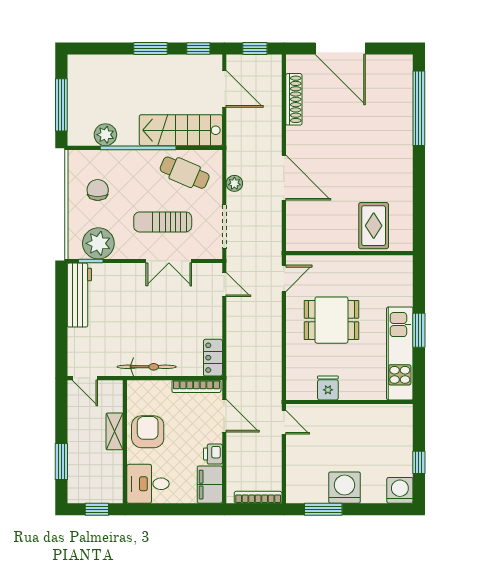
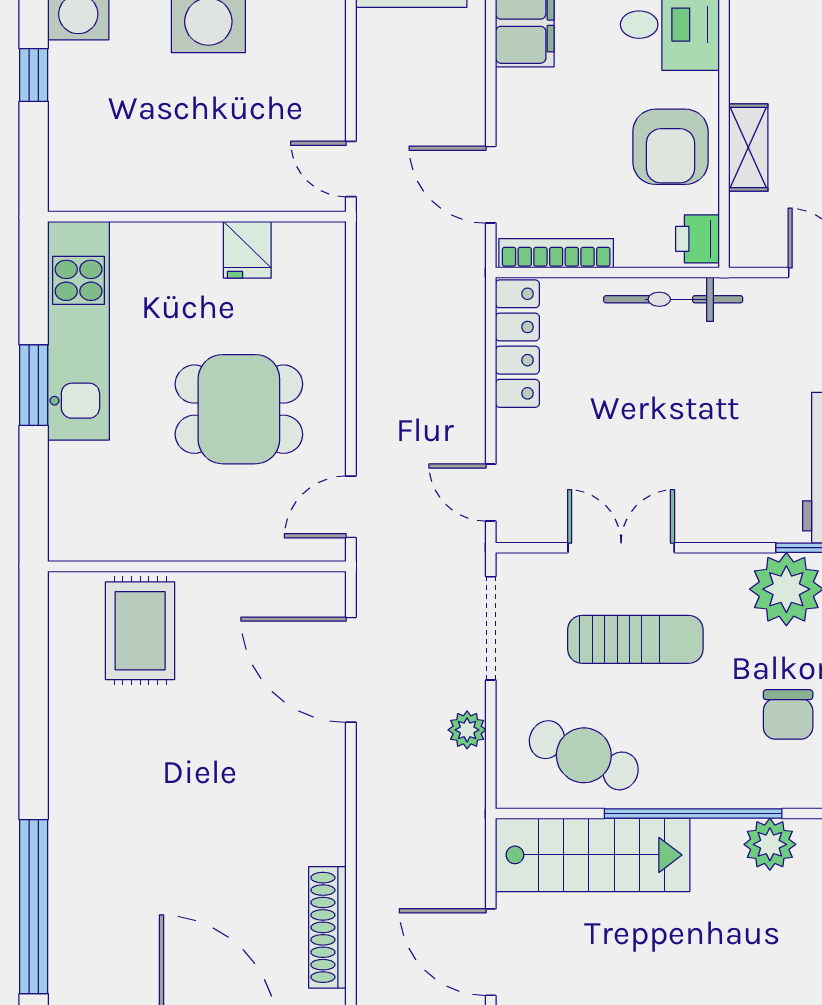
door: (284, 178) -> (351, 670), moved
locker: (213, 358) -> (517, 344), width x1.53
printer: (213, 454) -> (698, 239), moved, turned 180

